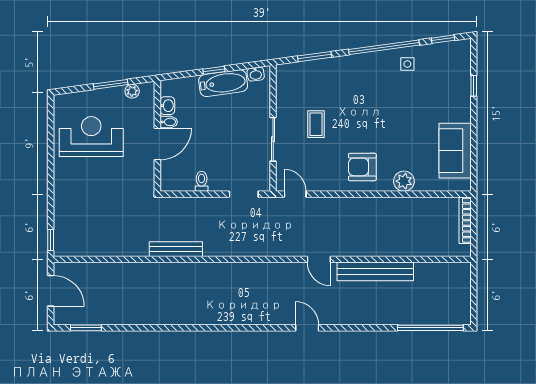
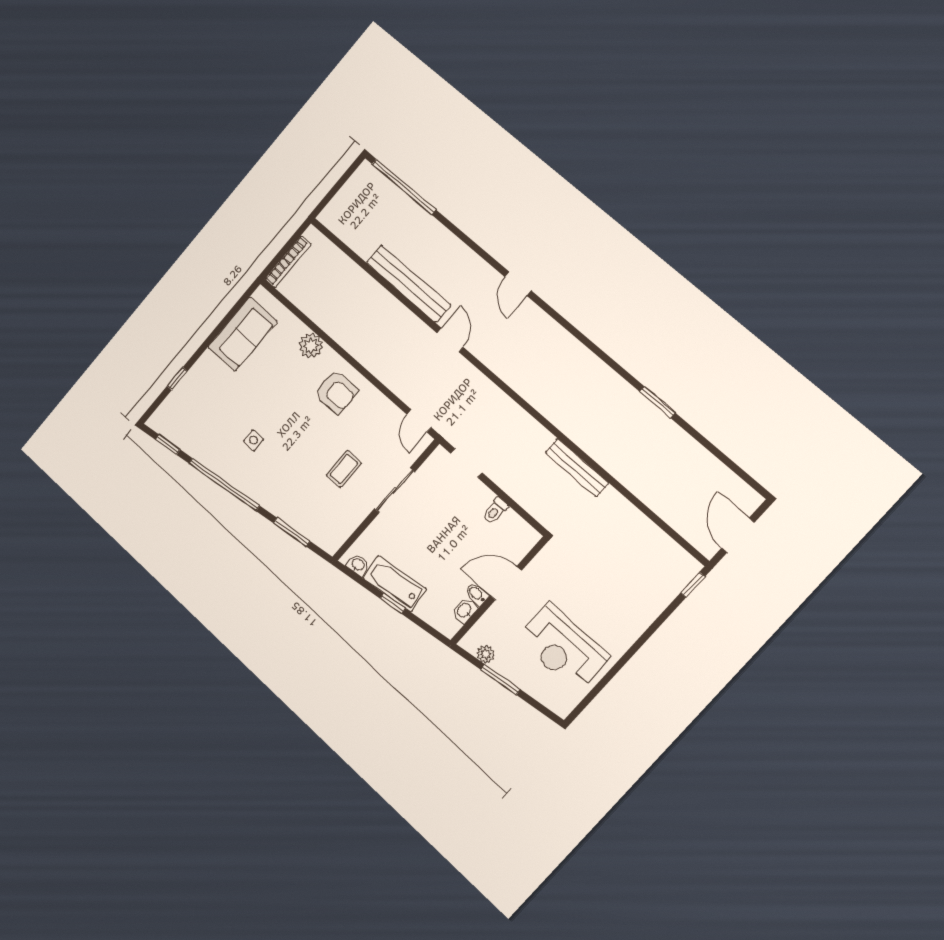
side table: (407, 64) -> (254, 440), moved
window: (86, 328) -> (657, 402), moved

